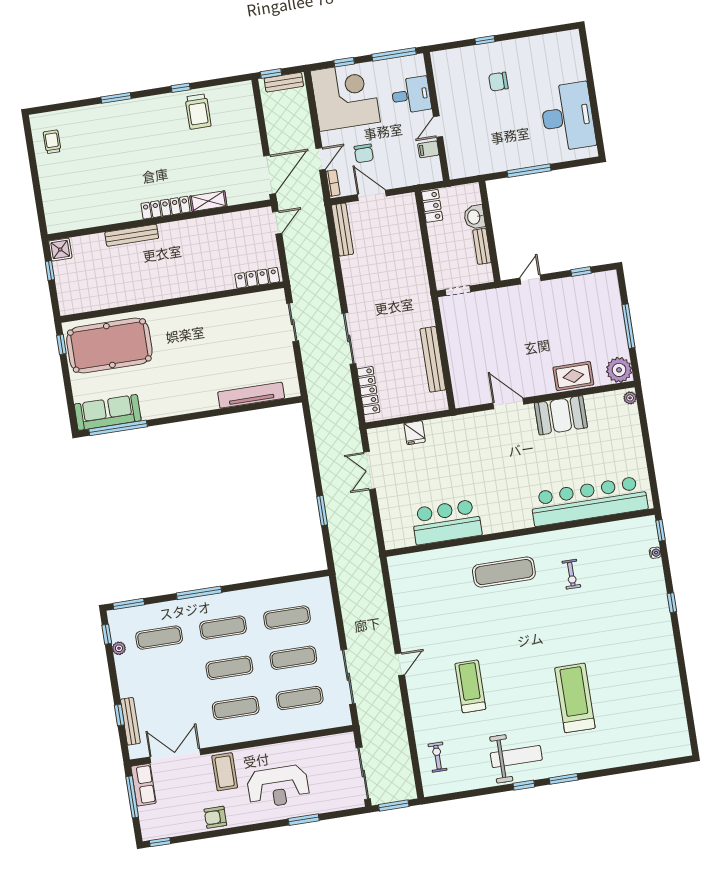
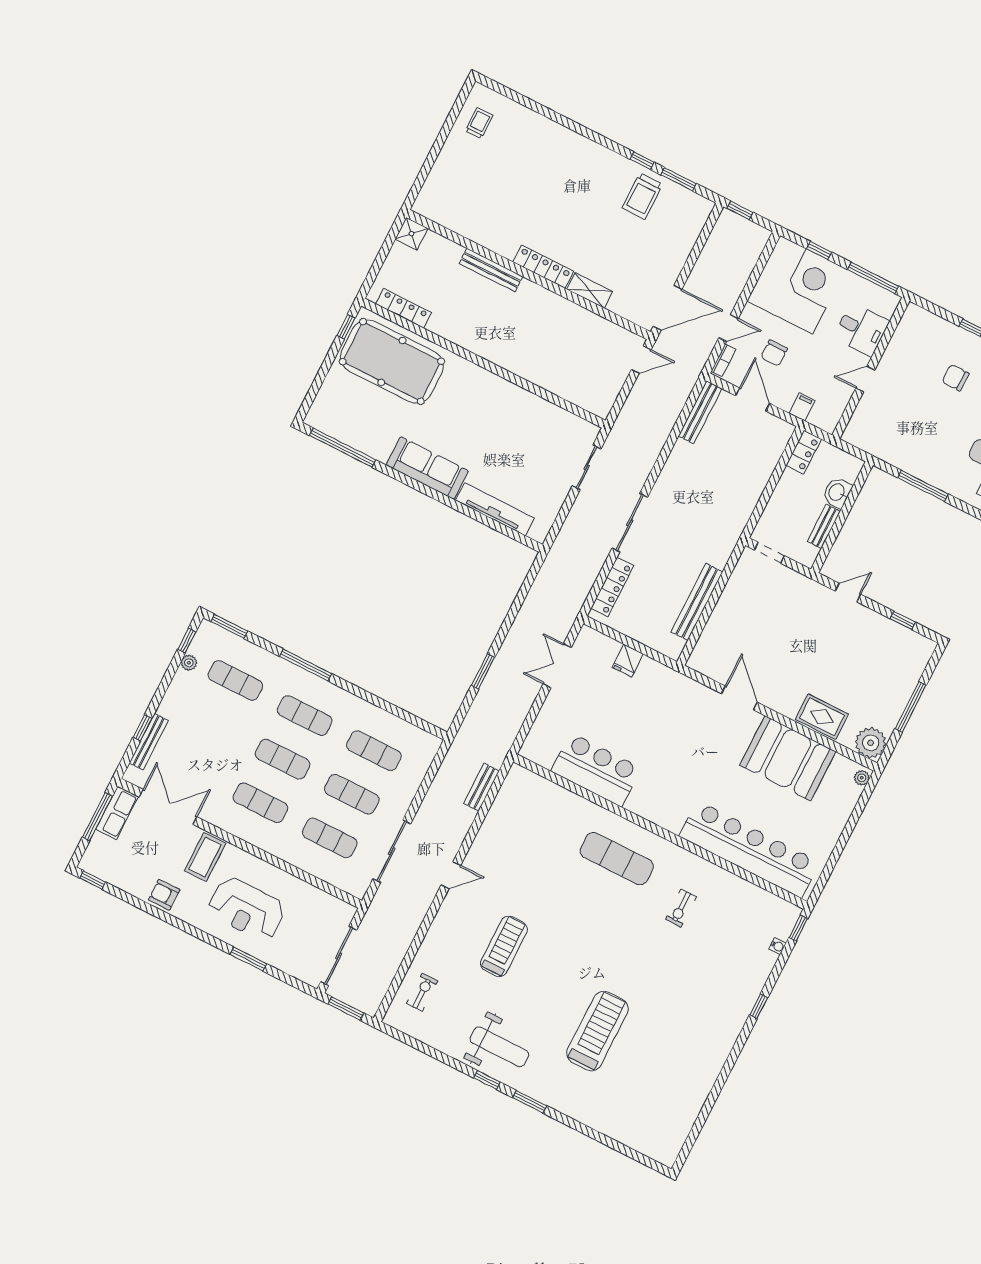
bench: (284, 82) -> (481, 787), moved, turned 90
window: (116, 98) -> (679, 179), moved
filing cabinet: (428, 149) -> (802, 407), moved, turned 90
window: (50, 271) -> (387, 247), removed
locker: (257, 278) -> (404, 308), moved
sofa: (108, 412) -> (427, 468), moved
booth: (561, 415) -> (788, 758), width x1.36, depth x1.42

